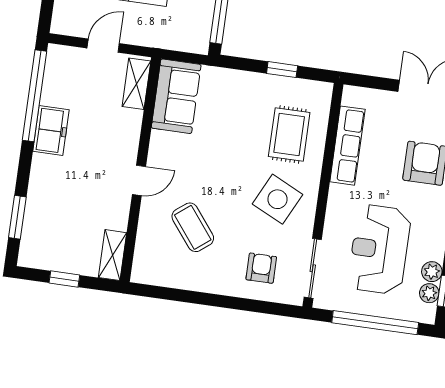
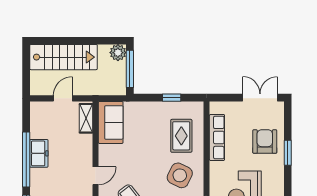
window: (34, 96) -> (26, 159), moved

